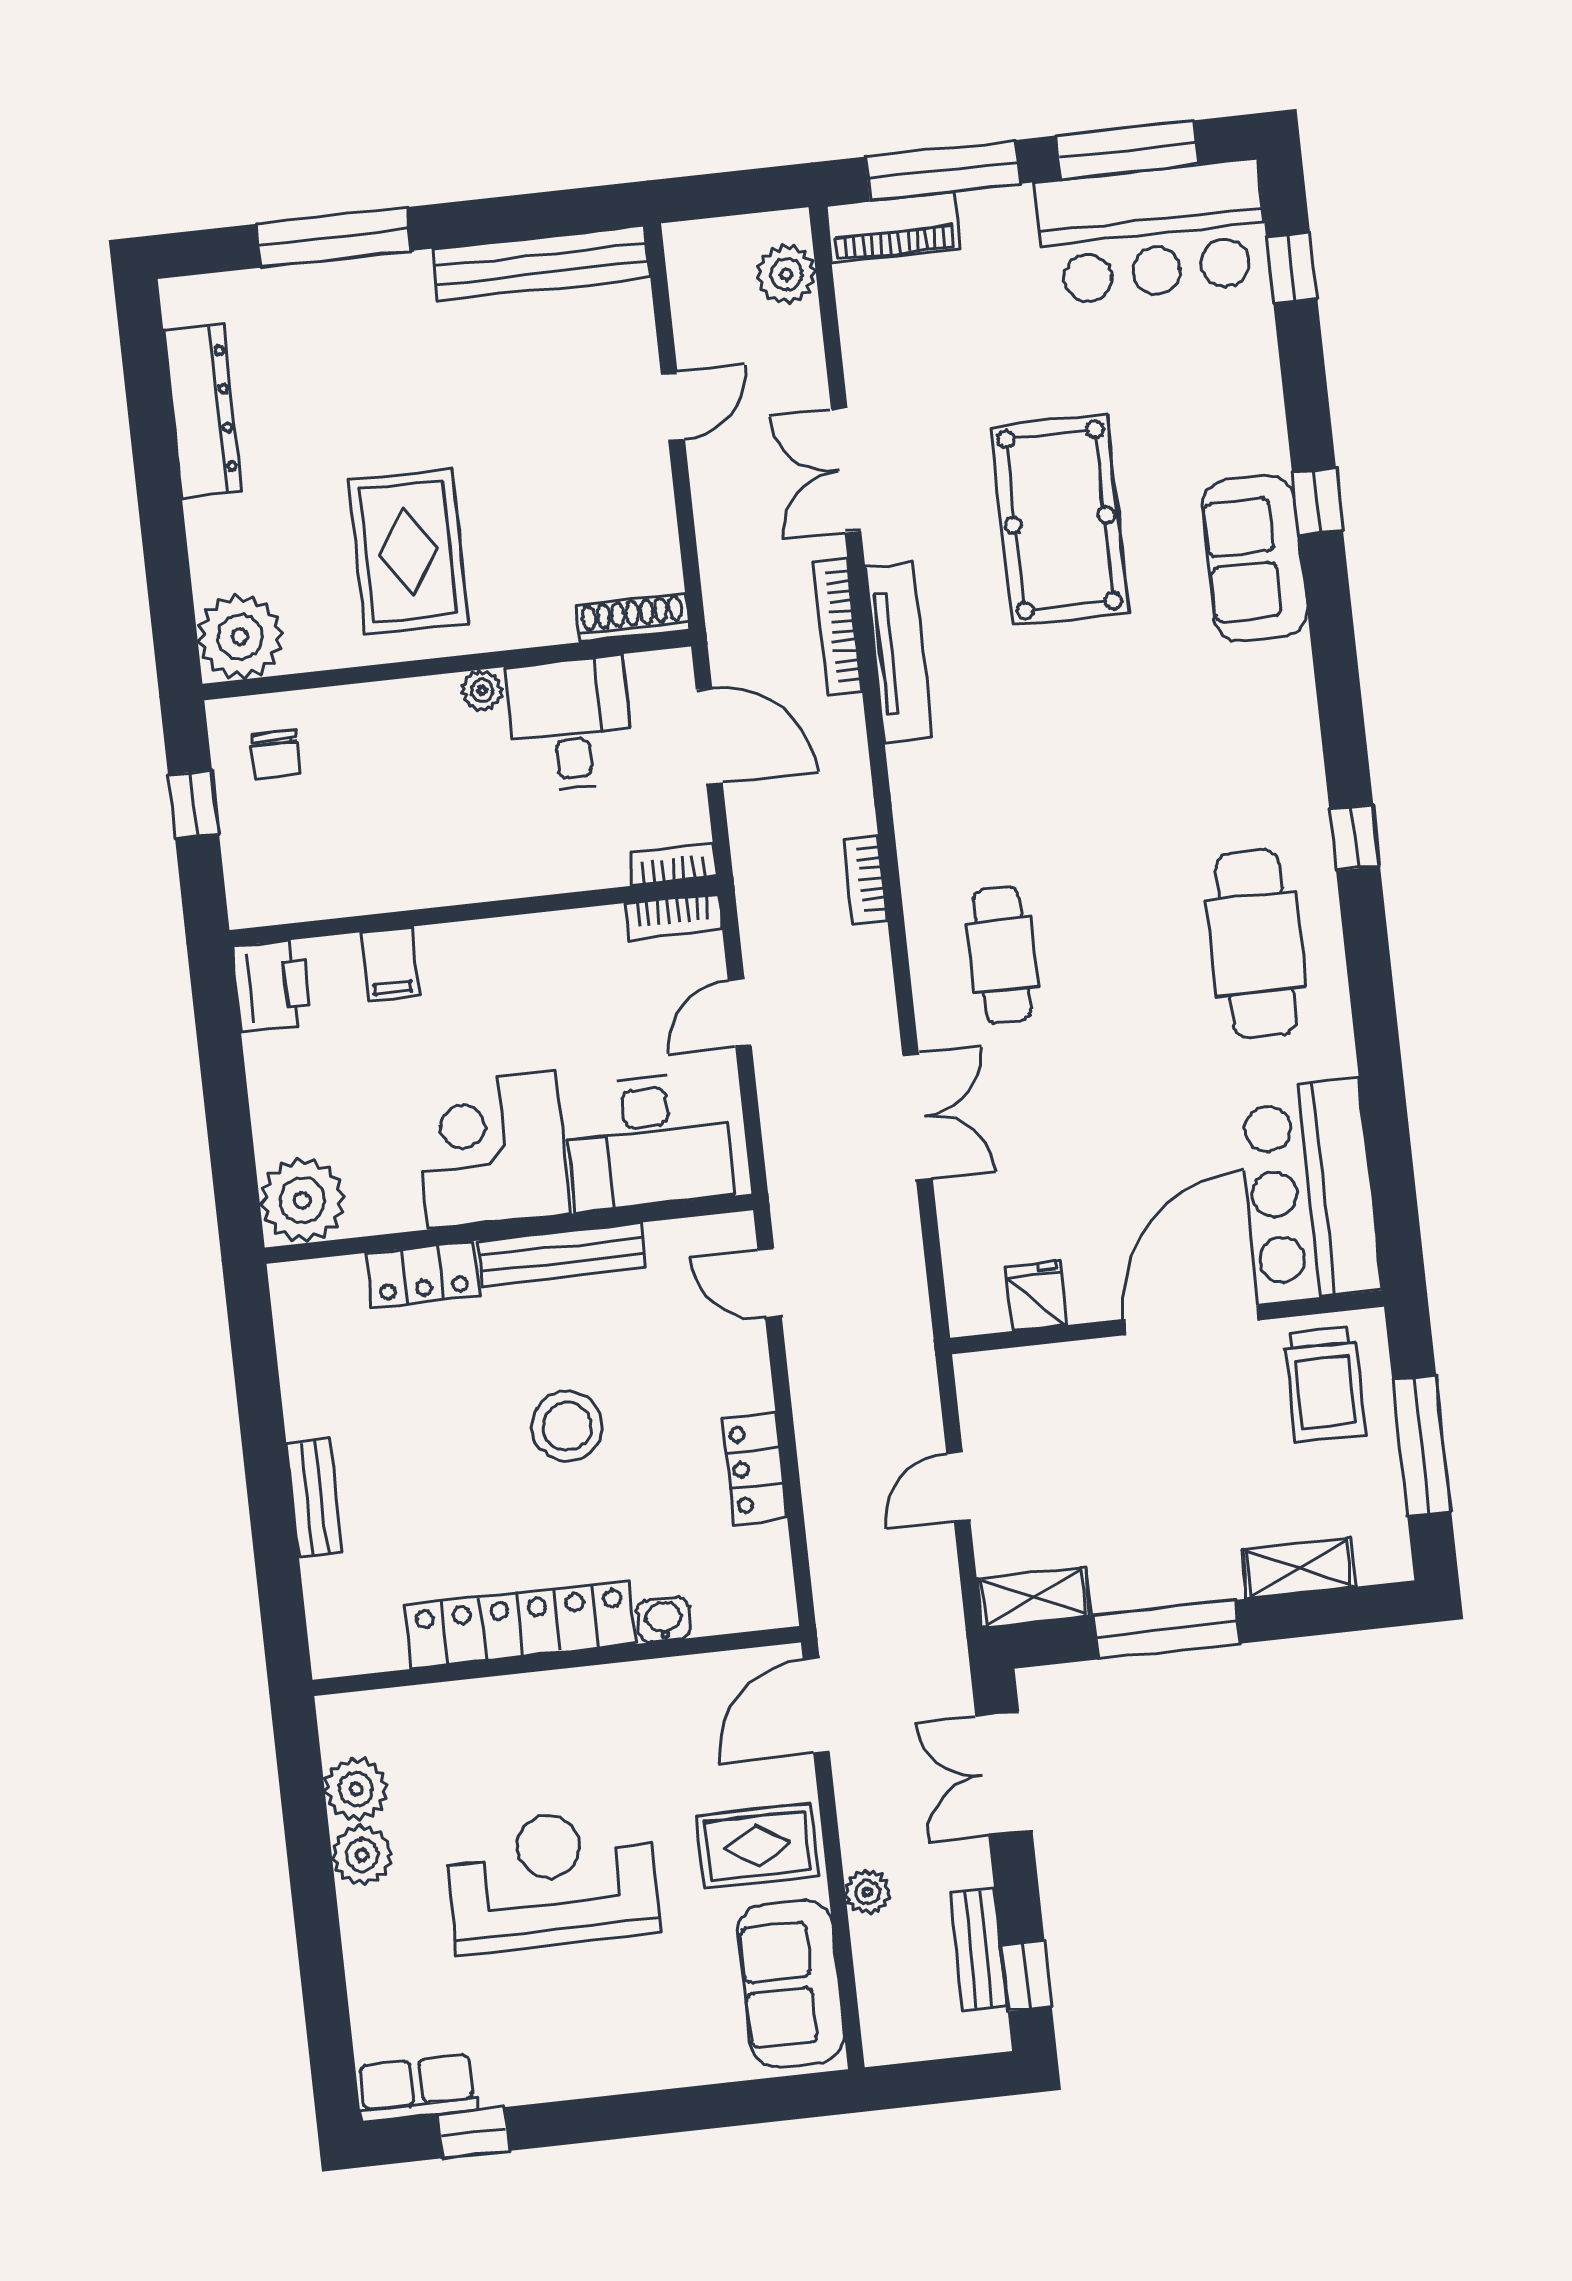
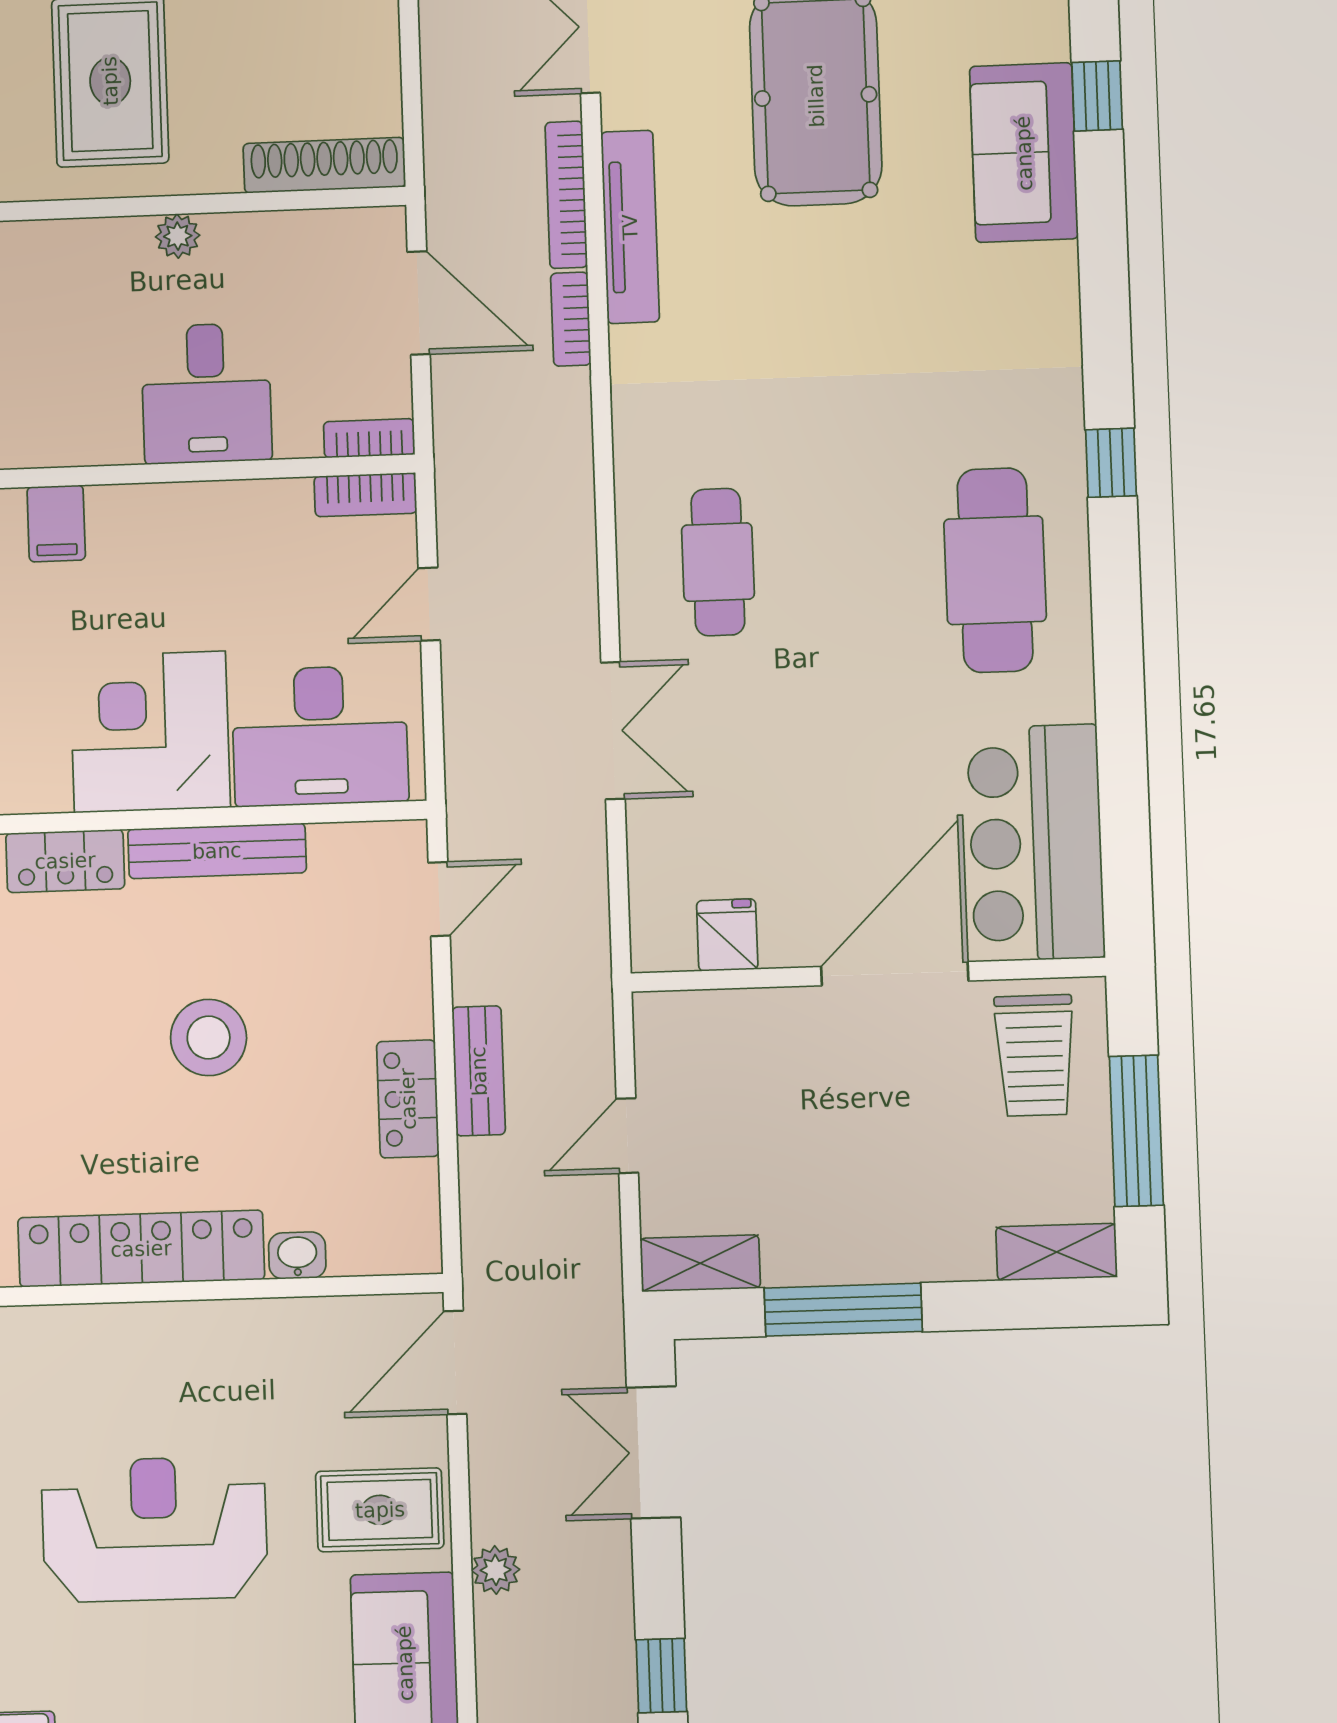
shoe rack: (633, 618) -> (324, 165), width x1.36, depth x1.24
desk: (570, 724) -> (206, 393), moved, turned 180
bookcase: (866, 880) -> (571, 319), moved
door: (770, 1283) -> (439, 899), swing flipped
shelving: (1299, 1568) -> (1057, 1252), moved
bench: (978, 1949) -> (479, 1071), moved

